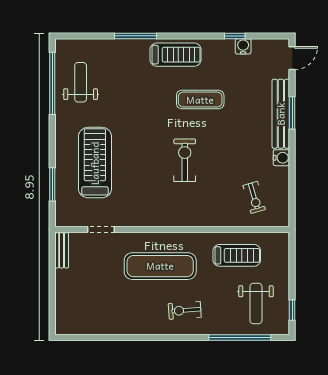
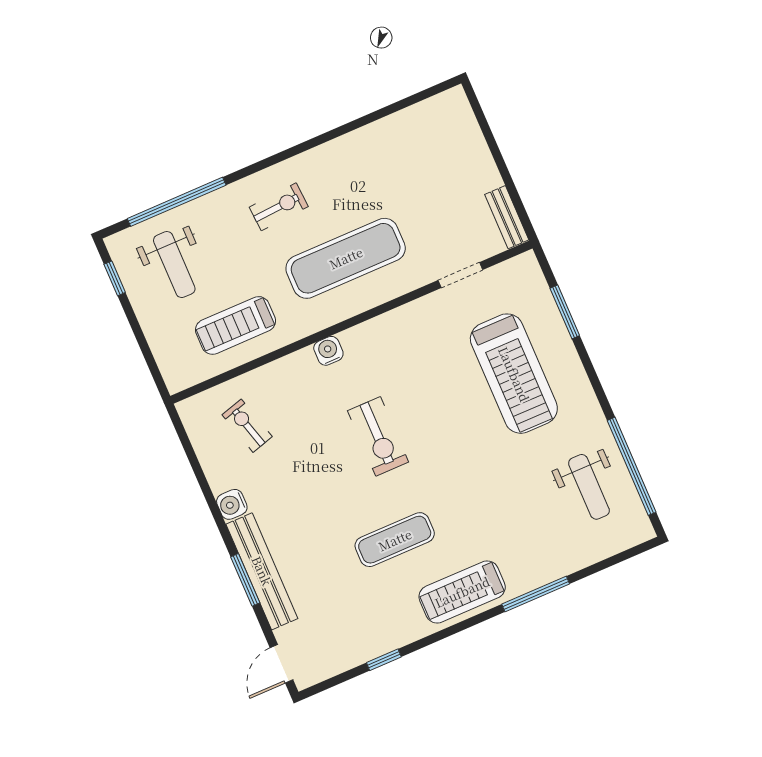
water cooler: (243, 46) -> (328, 351), moved, turned 180
weight bench: (256, 303) -> (174, 265), turned 180

